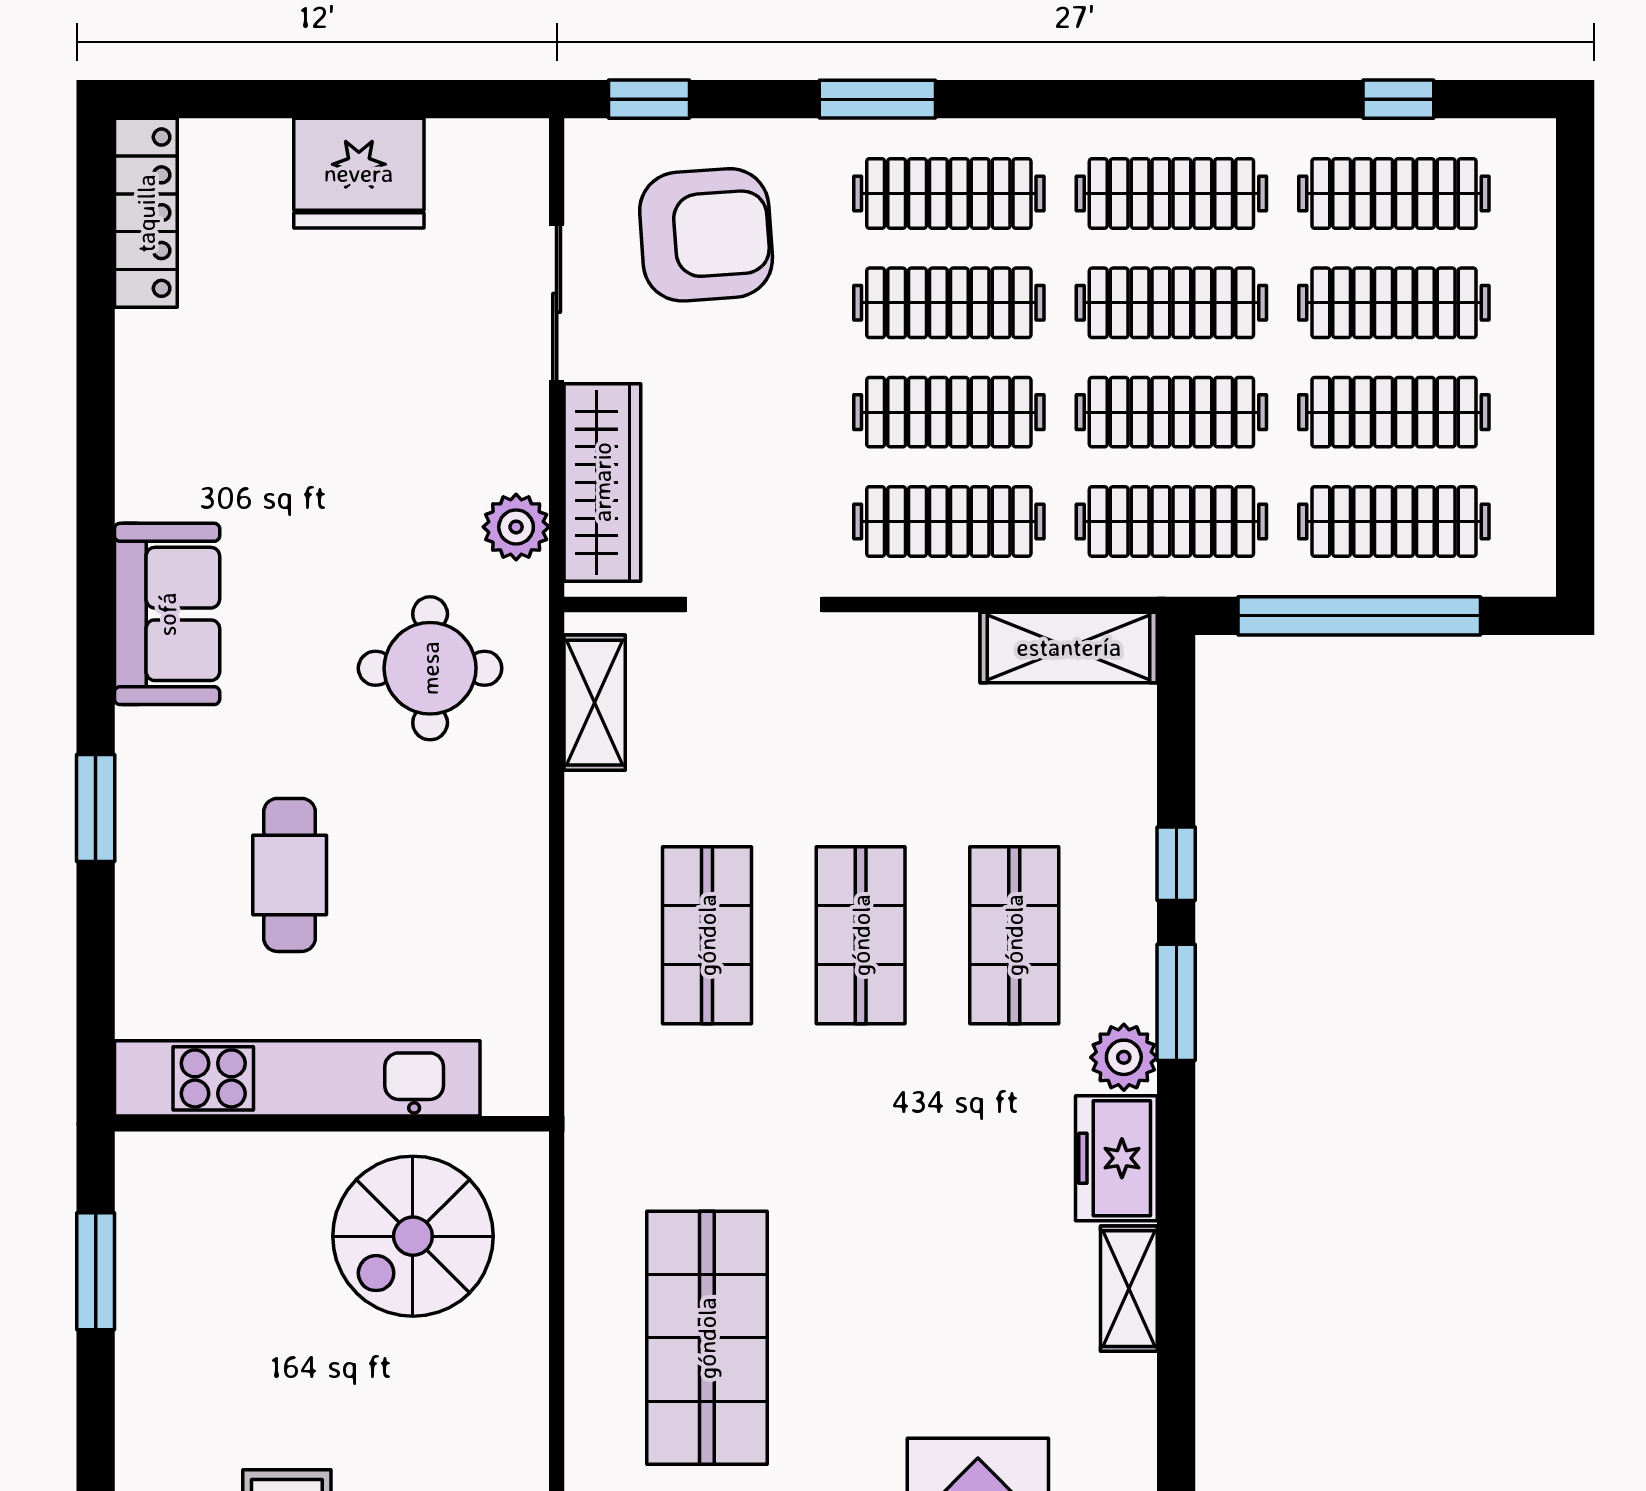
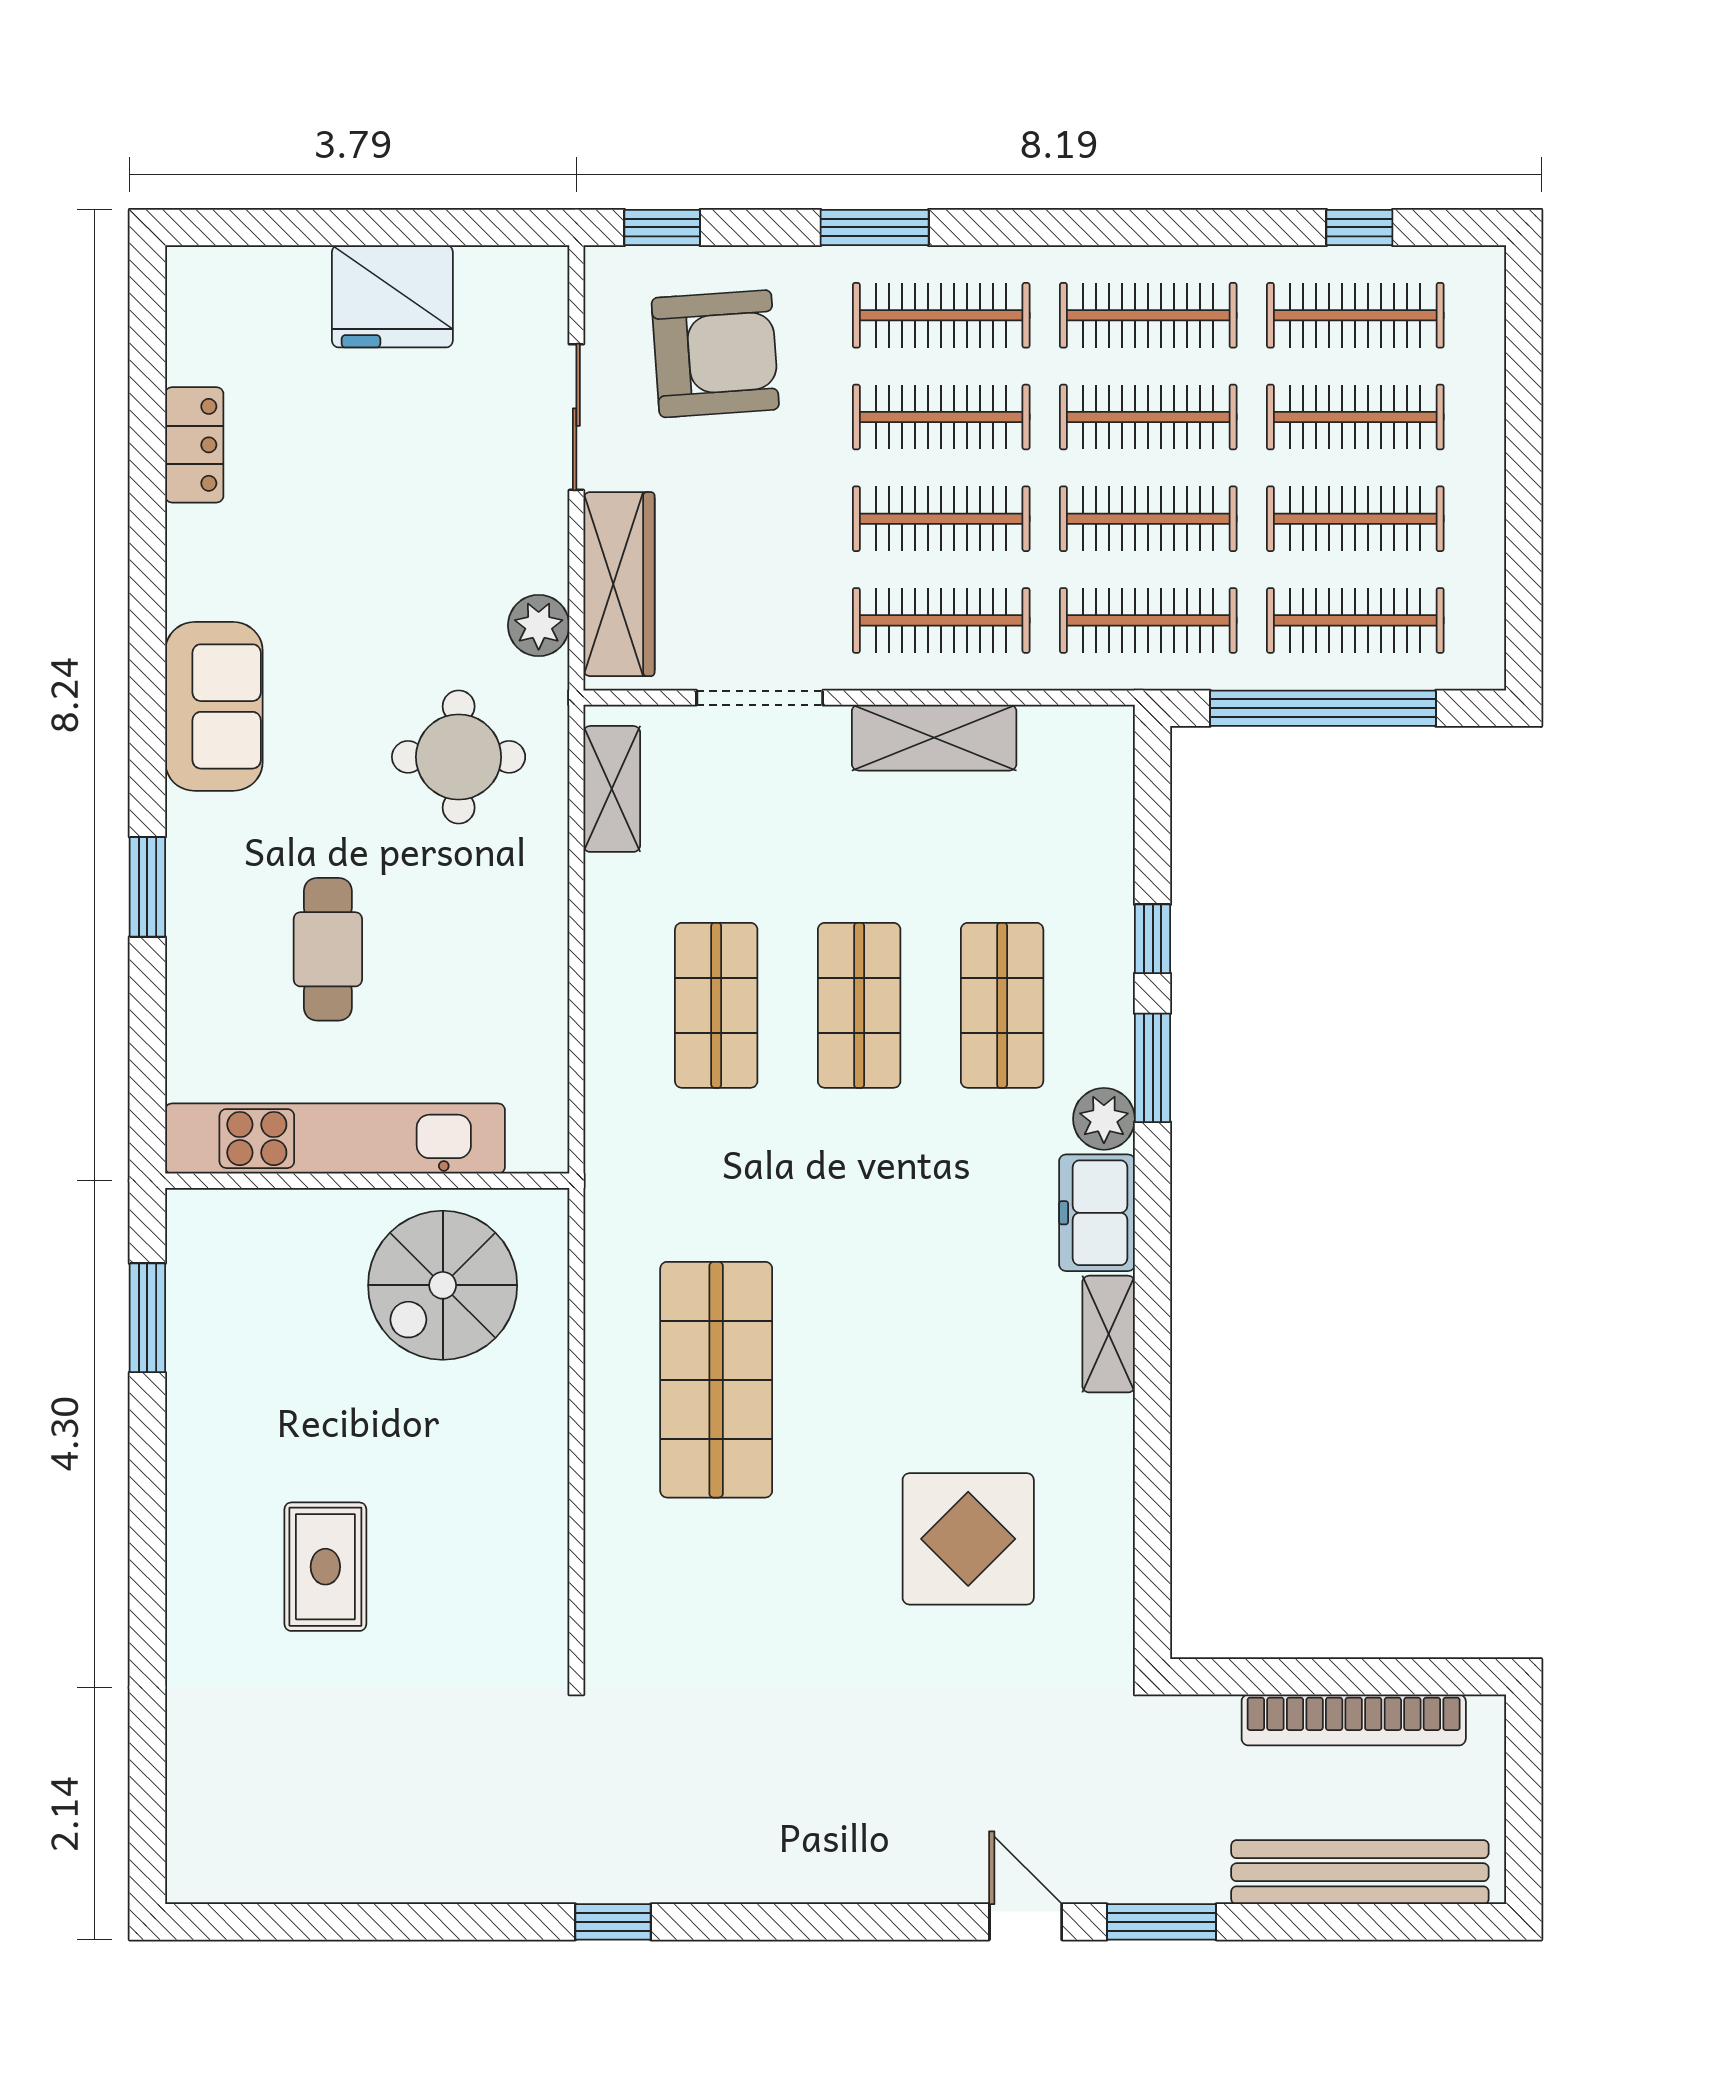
locker: (146, 213) -> (194, 445), moved, width x0.66
shelving: (1069, 647) -> (934, 738), moved

